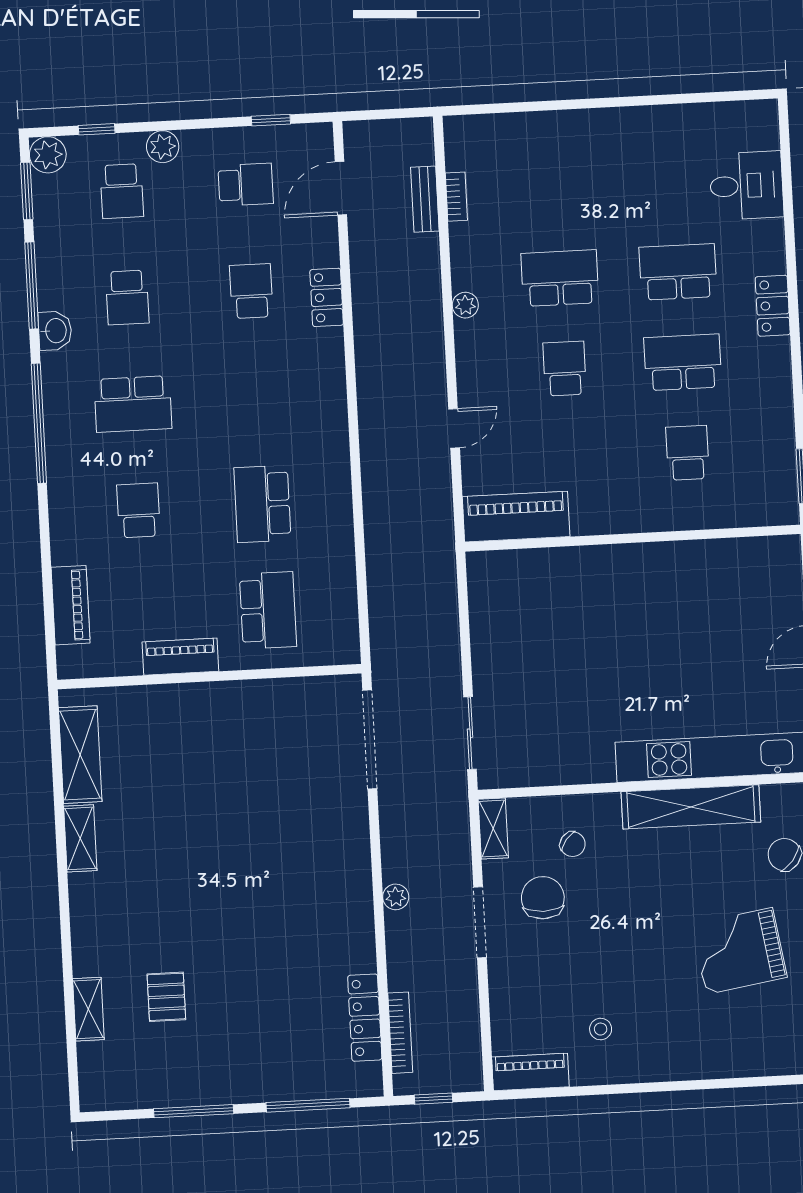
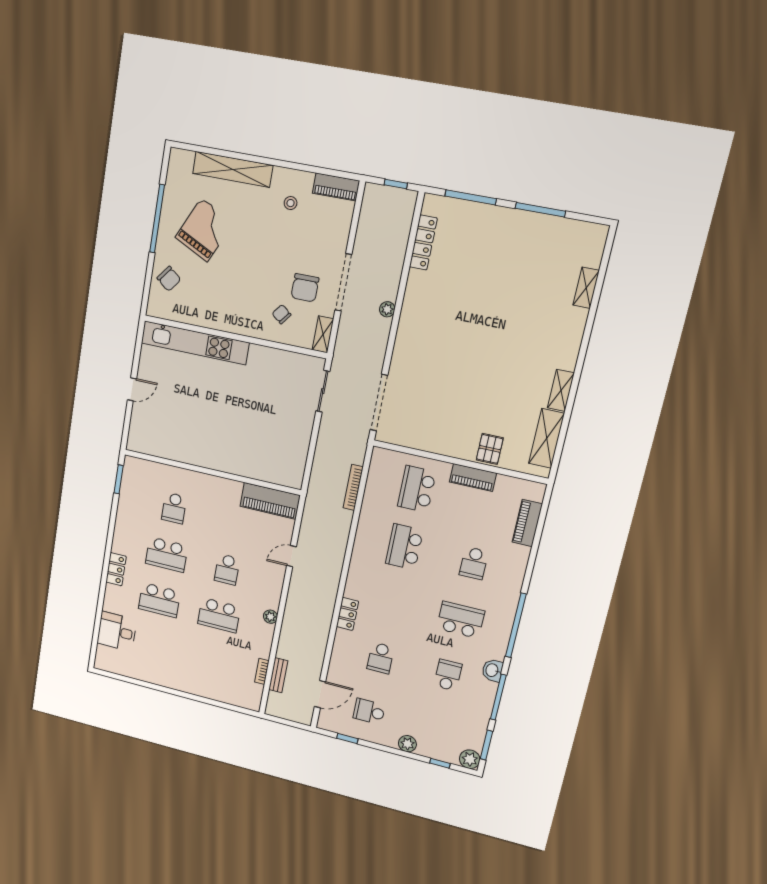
school desk: (122, 191) -> (435, 729), removed
locker: (327, 297) -> (347, 614), moved
school desk: (262, 504) -> (404, 547), turned 180
shelving: (691, 807) -> (233, 169), moved
doorway: (480, 922) -> (343, 282), width x1.36
grand piano: (739, 951) -> (204, 230), turned -55
pallet: (166, 997) -> (490, 449), moved
bookcase: (400, 1033) -> (353, 487), moved

